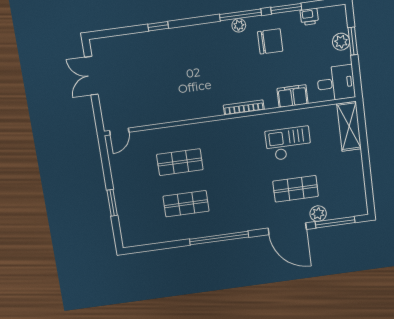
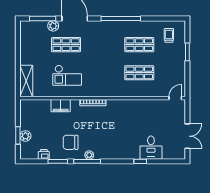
desk: (336, 83) -> (151, 148), moved, turned -90
trolley: (144, 223) -> (169, 35), added

